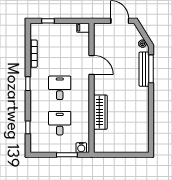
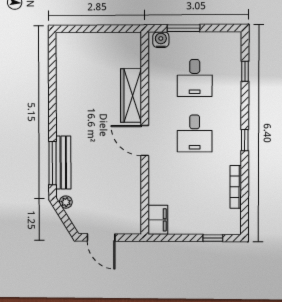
filing cabinet: (83, 28) -> (158, 220), width x2.00
door: (92, 65) -> (145, 141), moved

